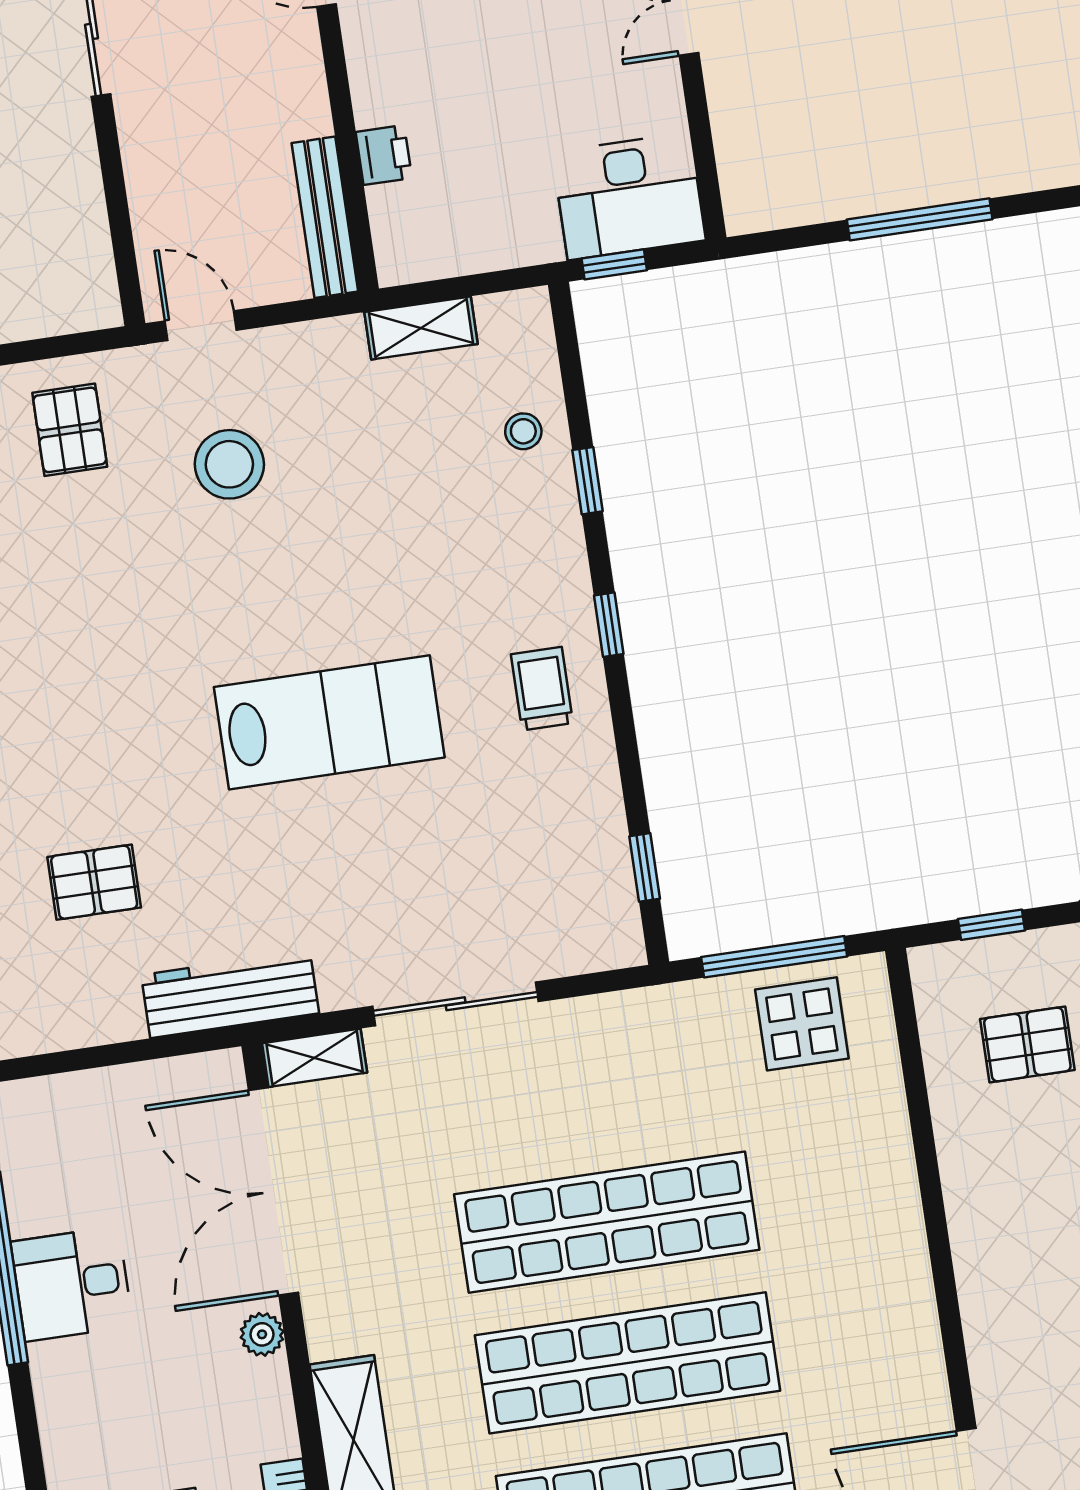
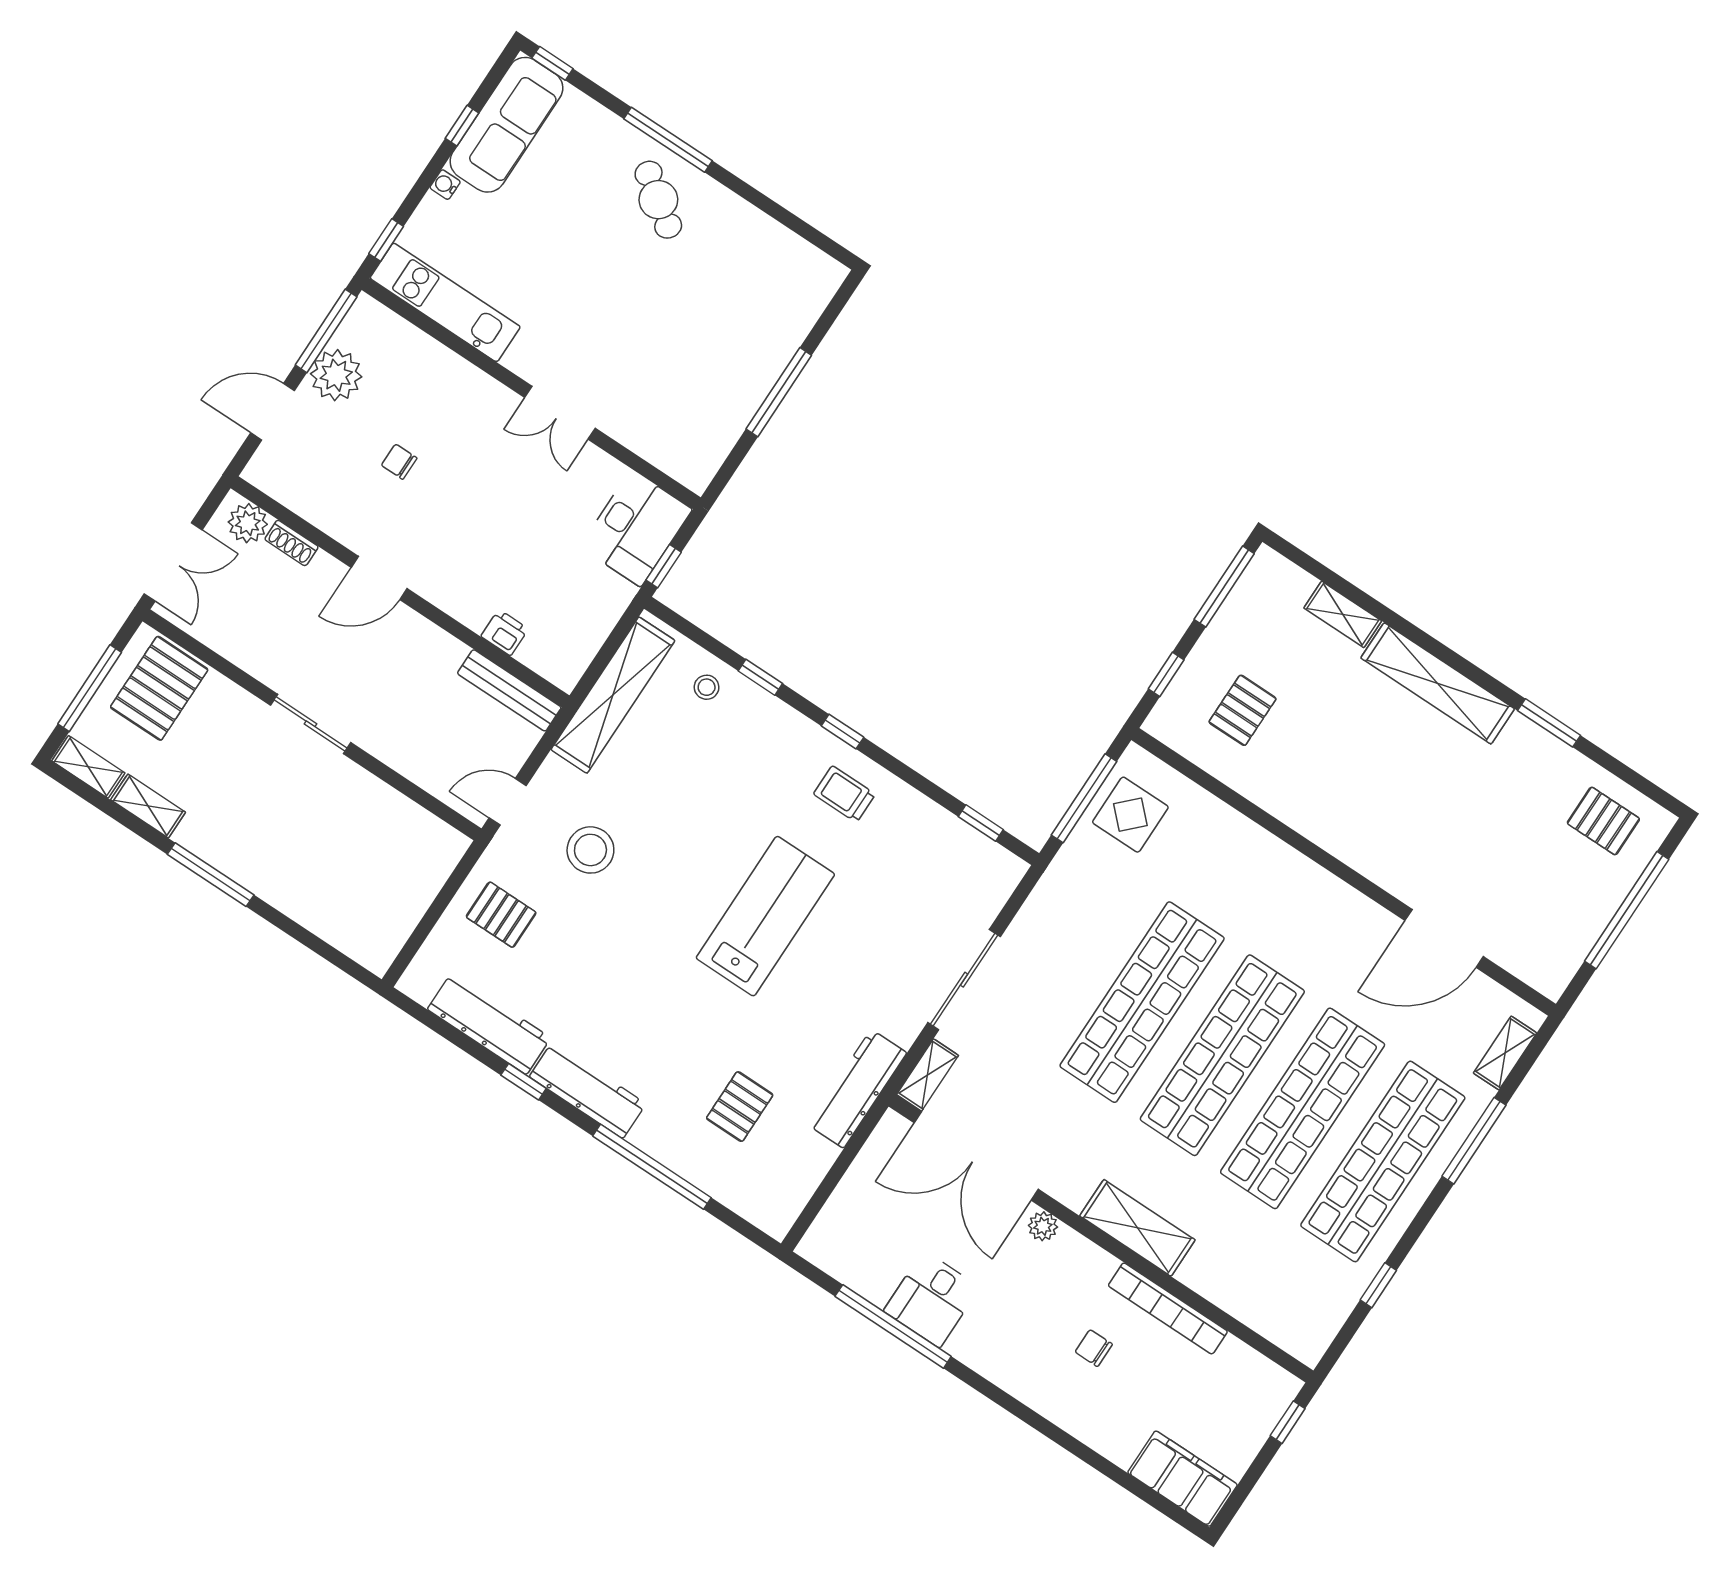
shelving: (421, 328) -> (613, 695), width x2.20, depth x1.33

